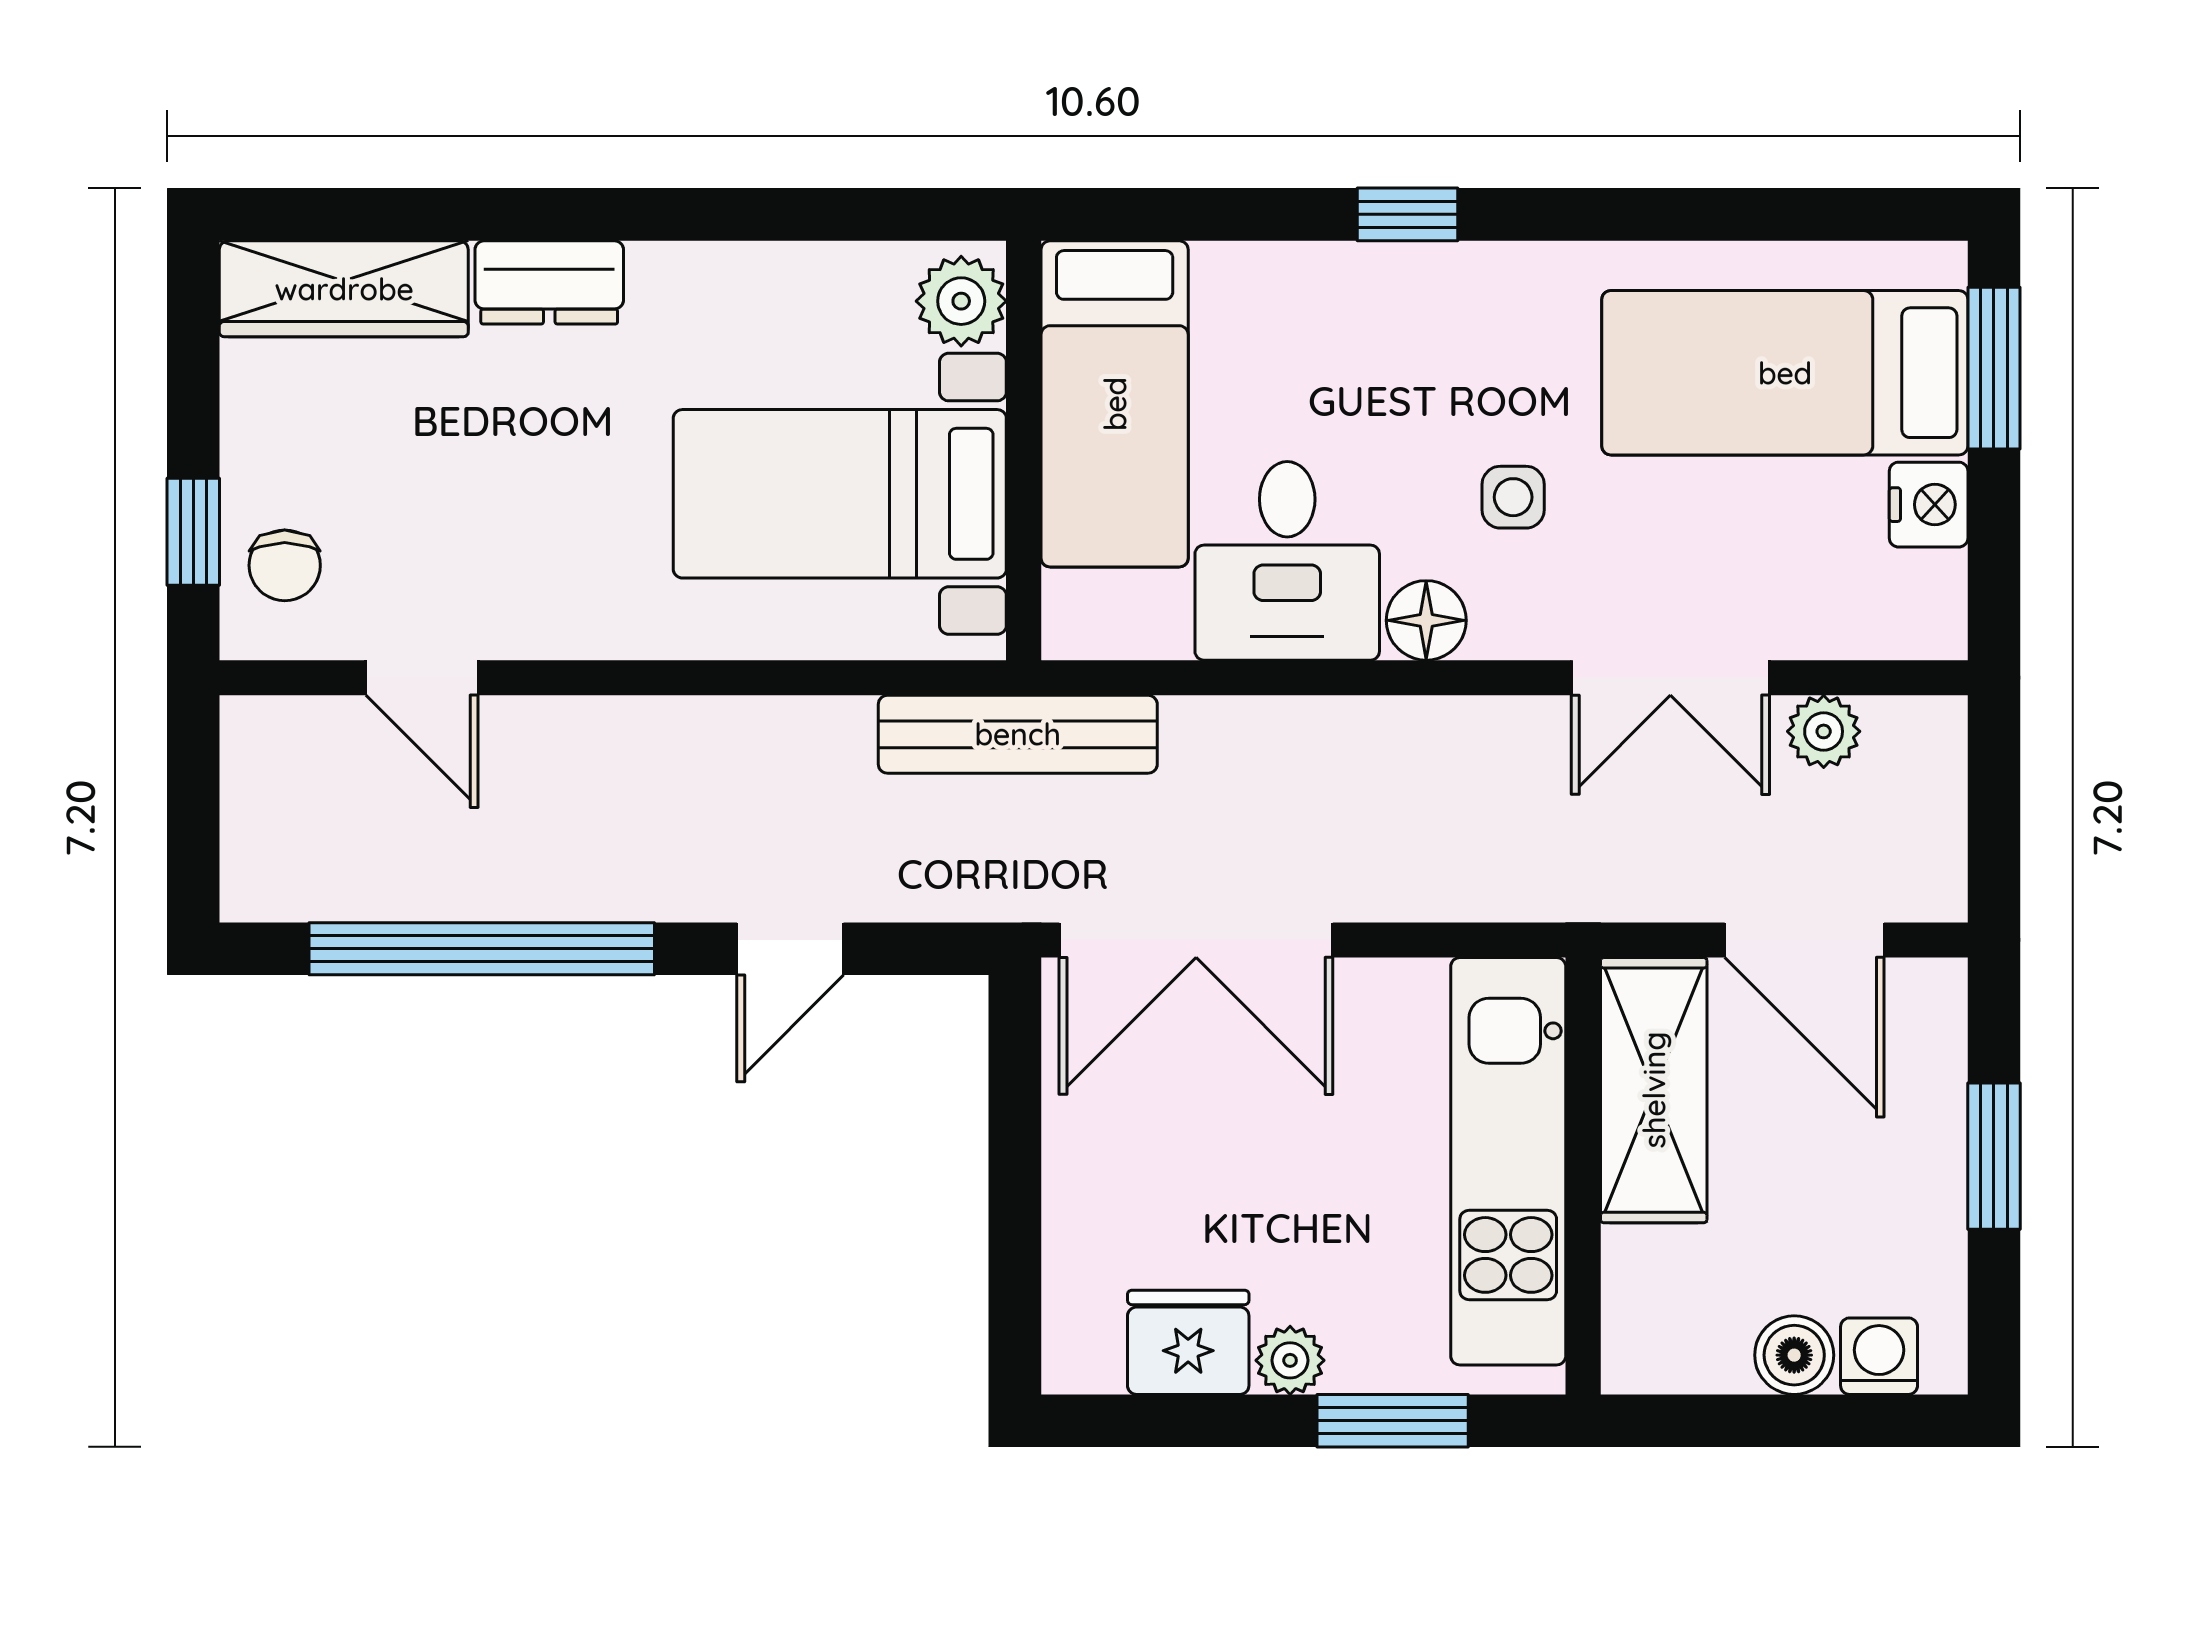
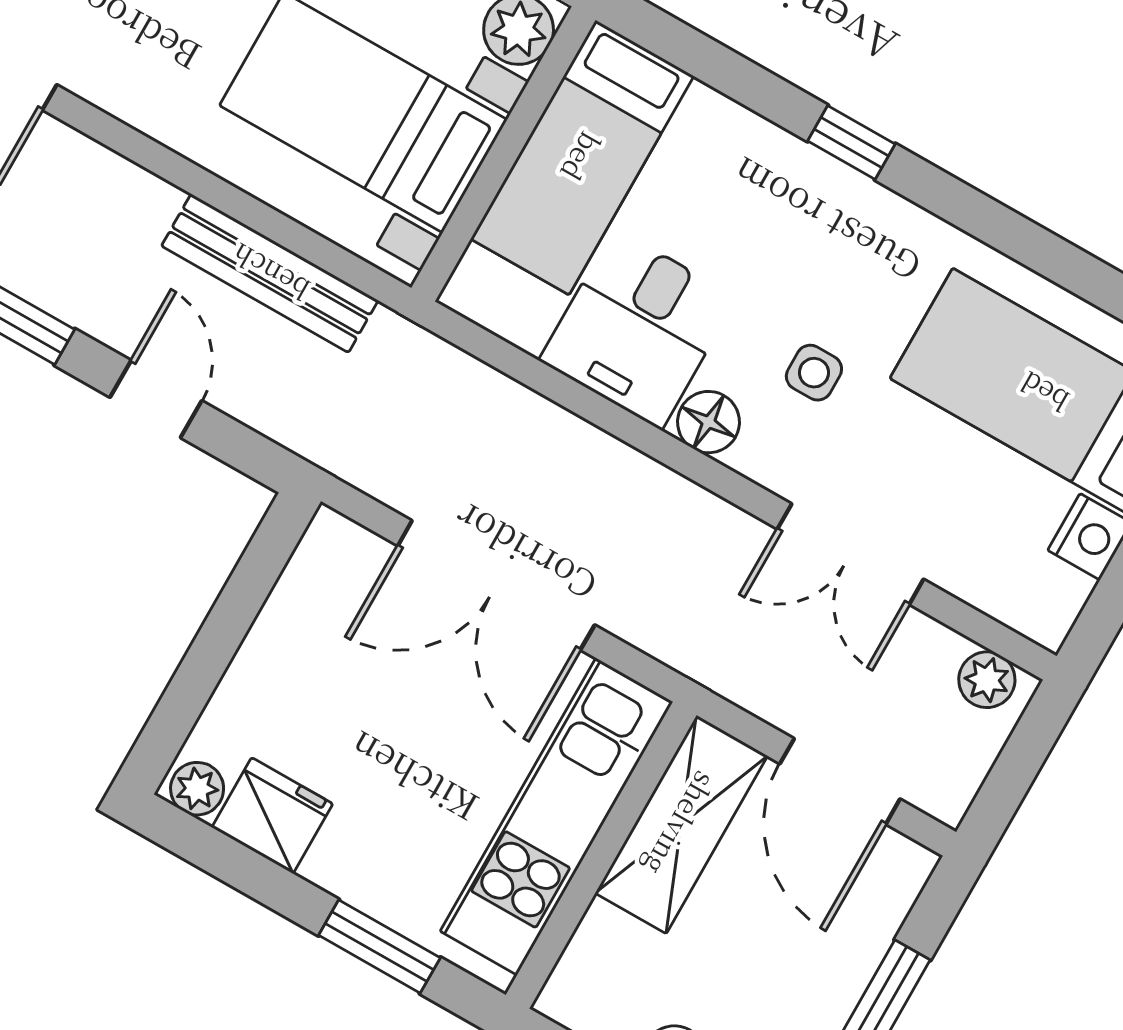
plant: (1824, 731) -> (987, 680), moved
bench: (1018, 734) -> (270, 273), moved
double door: (1196, 940) -> (496, 585), moved
door: (790, 949) -> (156, 399), swing flipped
plant: (1290, 1360) -> (197, 789), moved

